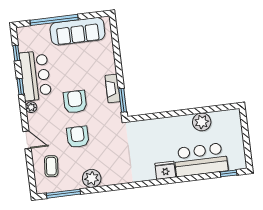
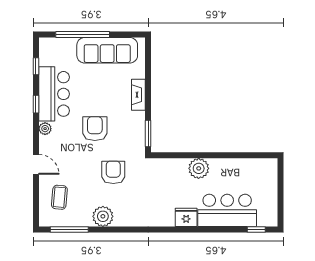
fireplace: (113, 88) -> (138, 95), moved
plant: (202, 122) -> (199, 168), moved
armchair: (78, 137) -> (113, 172), moved

